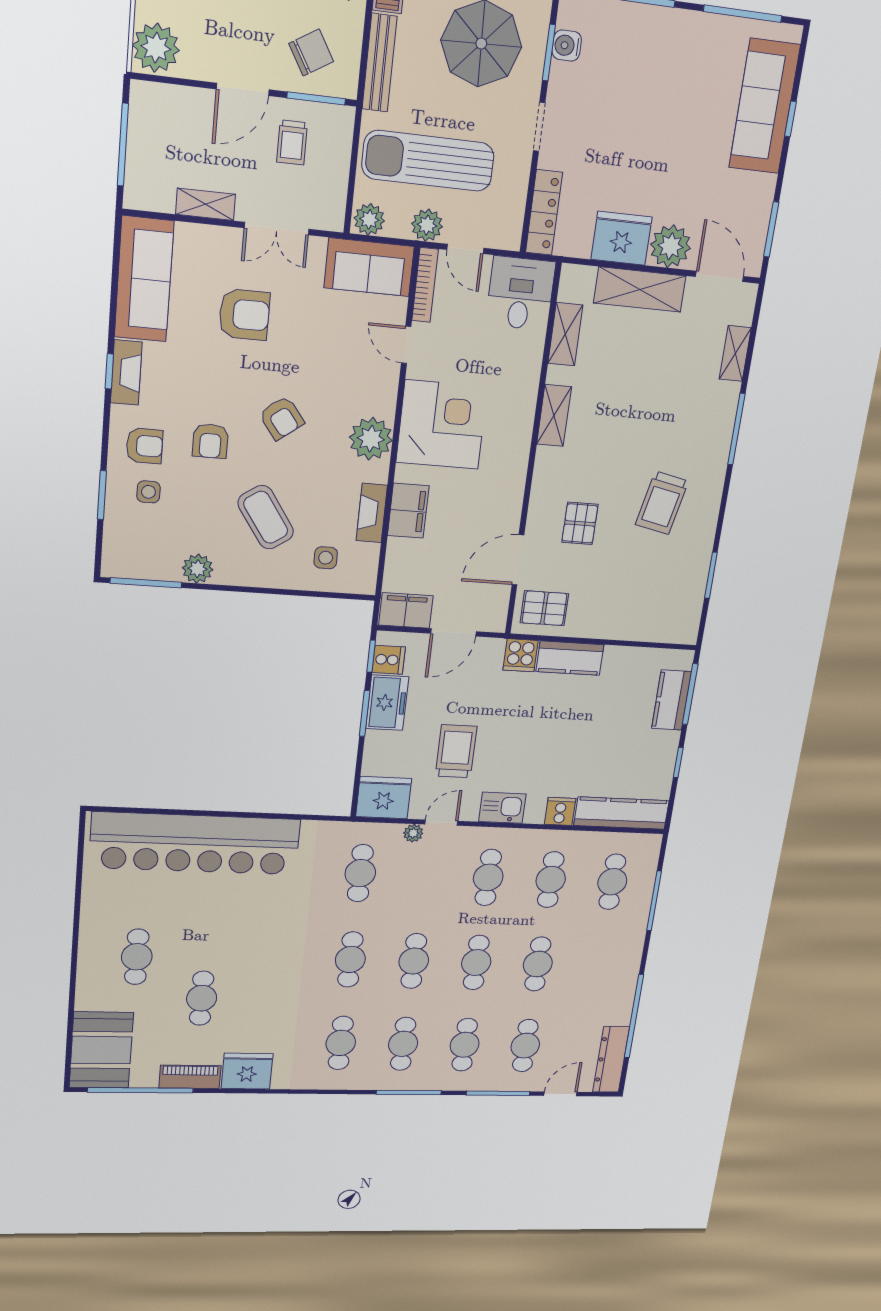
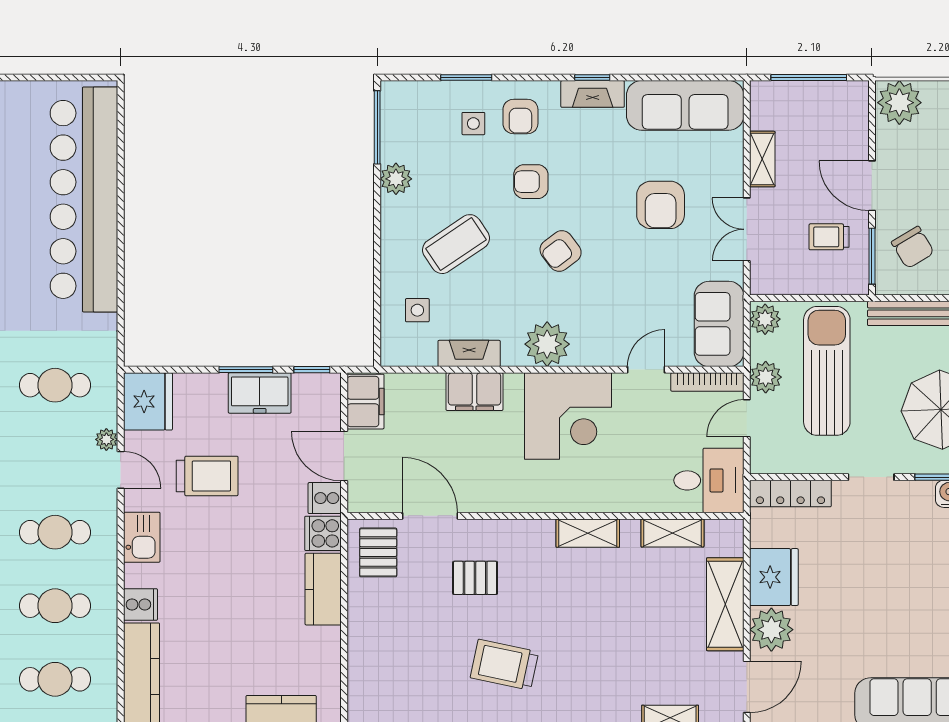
cooker: (389, 660) -> (325, 498), moved, turned 90

